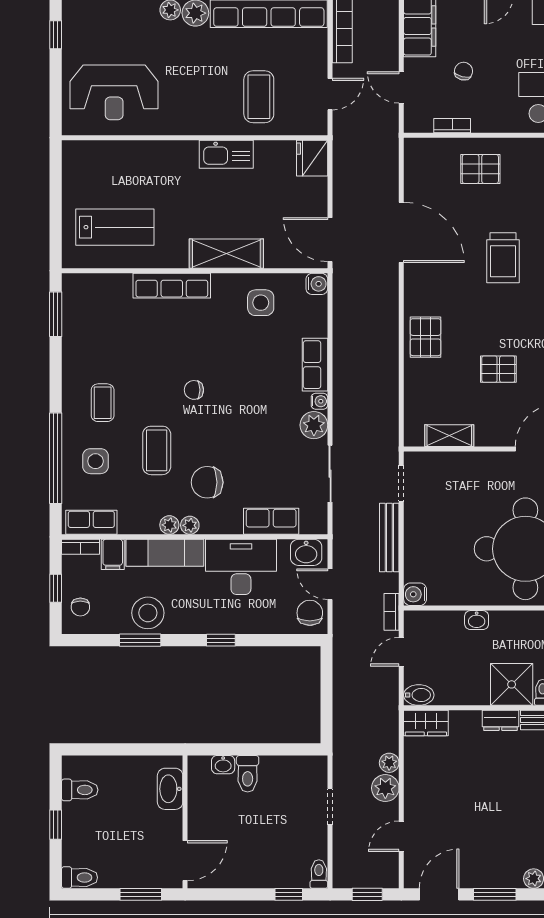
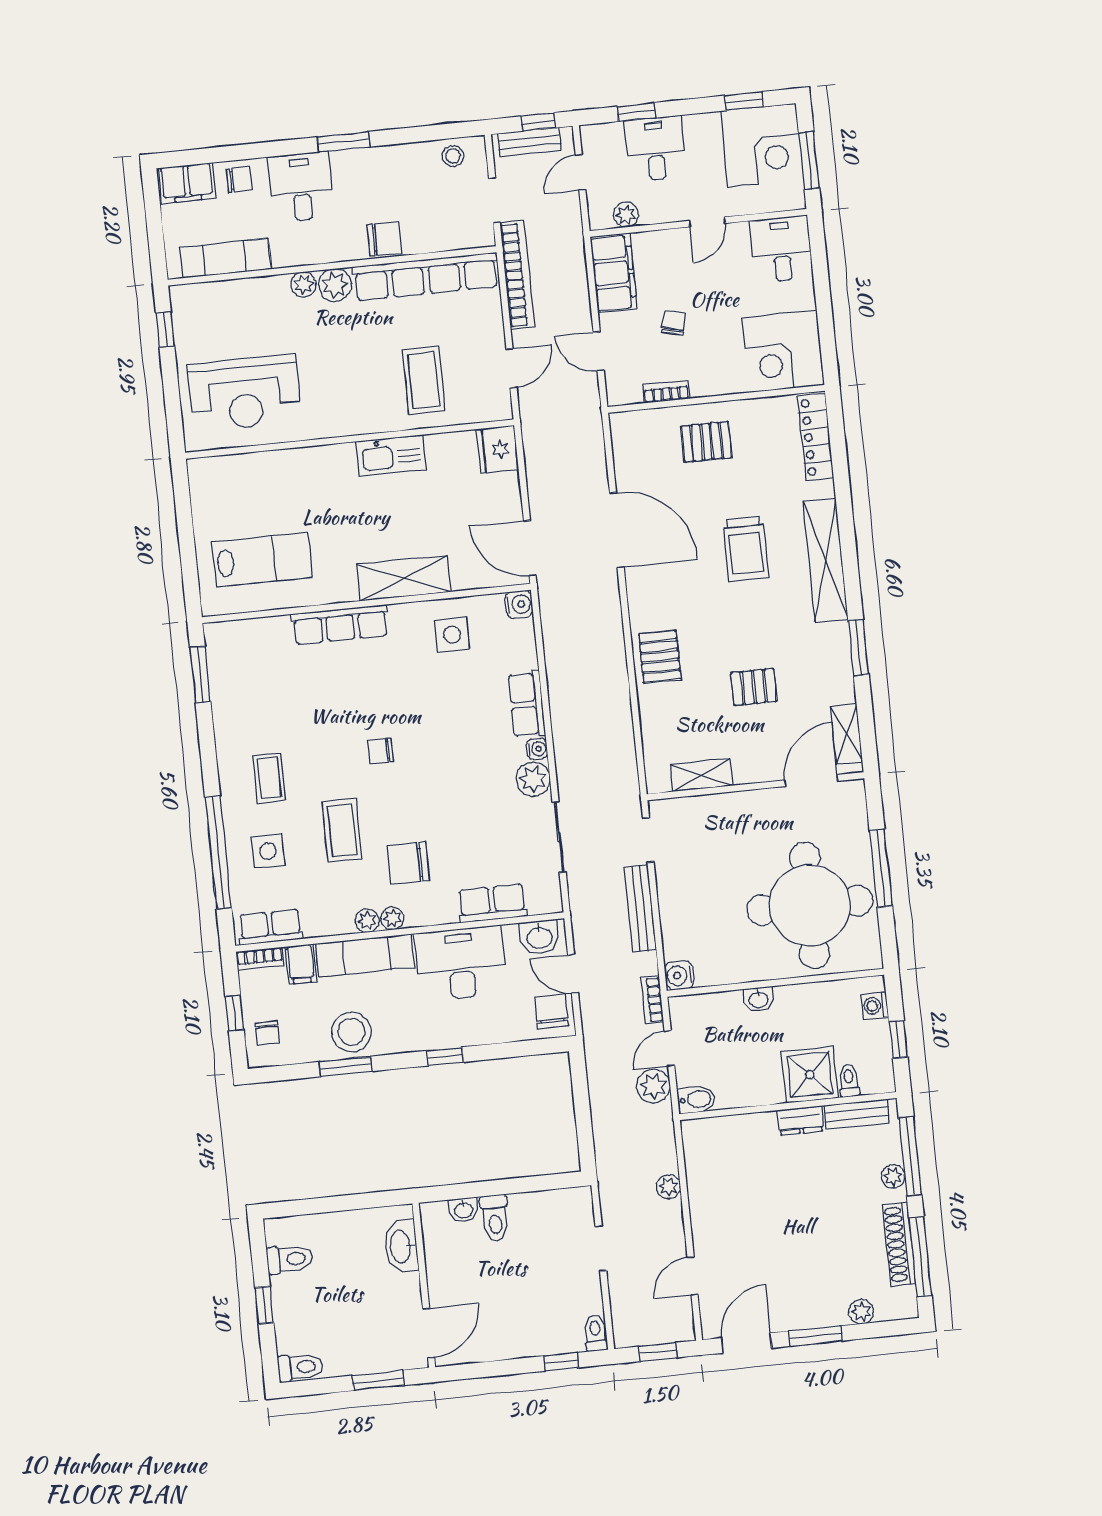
wardrobe: (426, 723) -> (709, 1133), removed
plant: (385, 788) -> (653, 1086), moved

